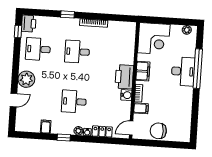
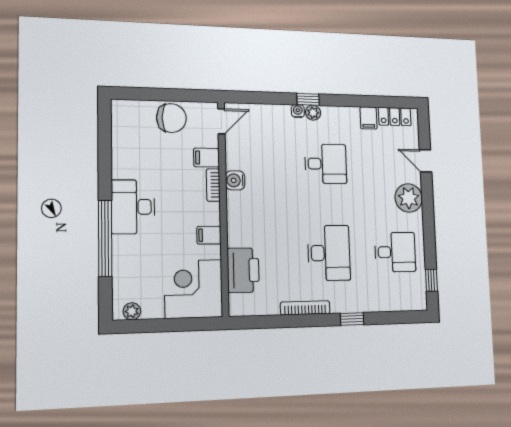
printer: (29, 24) -> (416, 296), removed
desk: (77, 52) -> (329, 253), width x1.37
filing cabinet: (143, 71) -> (209, 235), width x0.50
desk: (183, 71) -> (133, 207), moved
printer: (124, 77) -> (243, 270), moved
door: (14, 100) -> (425, 161), hinge flipped
locker: (102, 131) -> (395, 117), moved
window: (64, 137) -> (308, 99), moved

